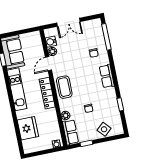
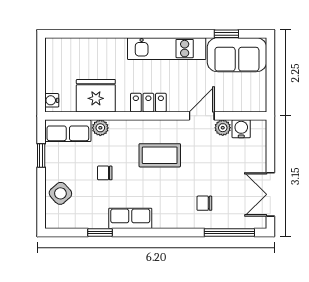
double door: (68, 22) -> (270, 194), moved
door: (48, 64) -> (202, 116), hinge flipped
row of seats: (107, 76) -> (130, 218), moved
coffee table: (64, 87) -> (160, 155), moved
locker: (47, 93) -> (148, 103), width x0.66
fridge: (28, 128) -> (96, 96), moved, turned 180

